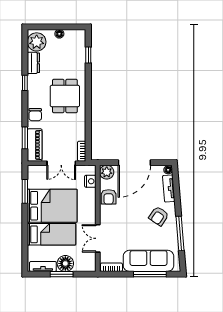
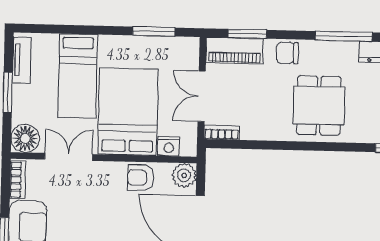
window: (25, 83) -> (344, 36), width x2.17
dining table: (65, 96) -> (319, 106), turned 90
bed: (52, 206) -> (128, 112), moved, turned 180
floor lamp: (65, 263) -> (25, 138), moved

